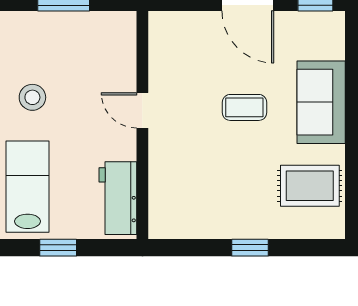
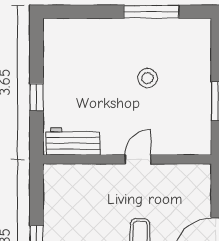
lab bench: (28, 187) -> (82, 74), removed

